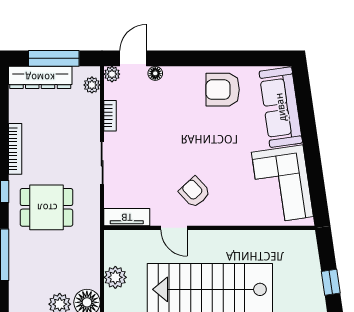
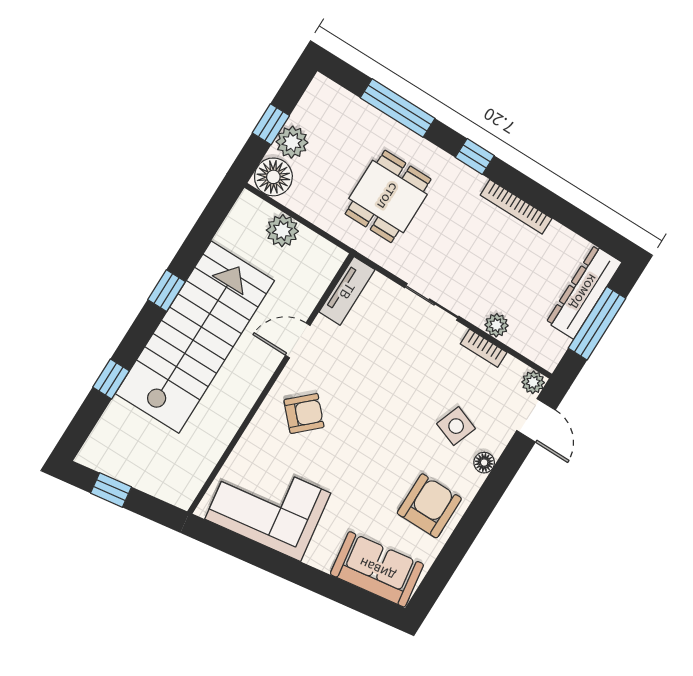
floor lamp: (155, 73) -> (484, 463), moved
plant: (92, 85) -> (496, 325), moved
side table: (166, 103) -> (456, 426), added
sofa: (281, 107) -> (377, 569), width x0.73
armchair: (195, 192) -> (304, 413), moved
dining table: (47, 207) -> (388, 196), moved

